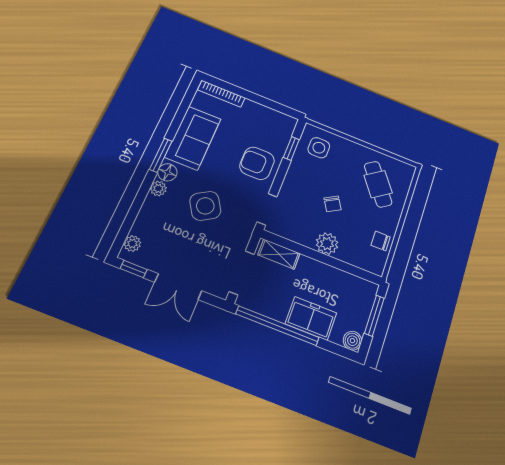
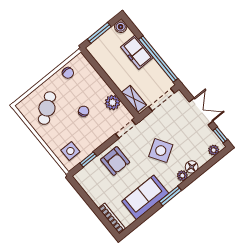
floor lamp: (167, 172) -> (192, 167), moved
plant: (327, 244) -> (113, 102), moved

